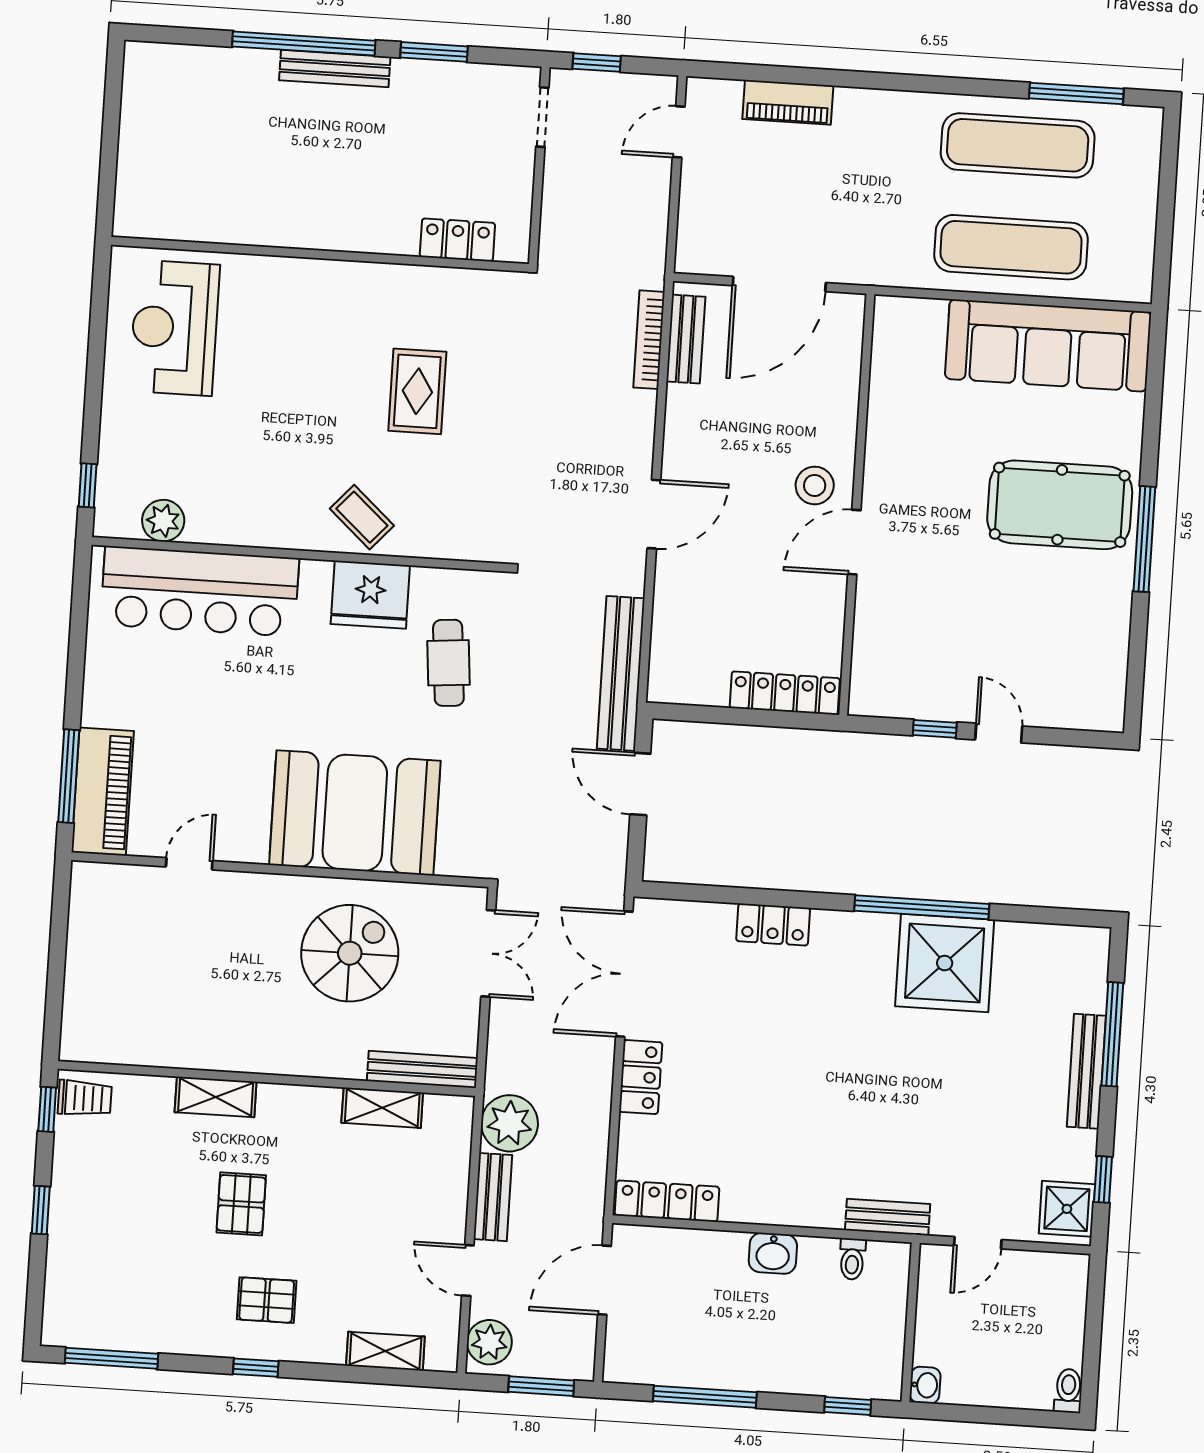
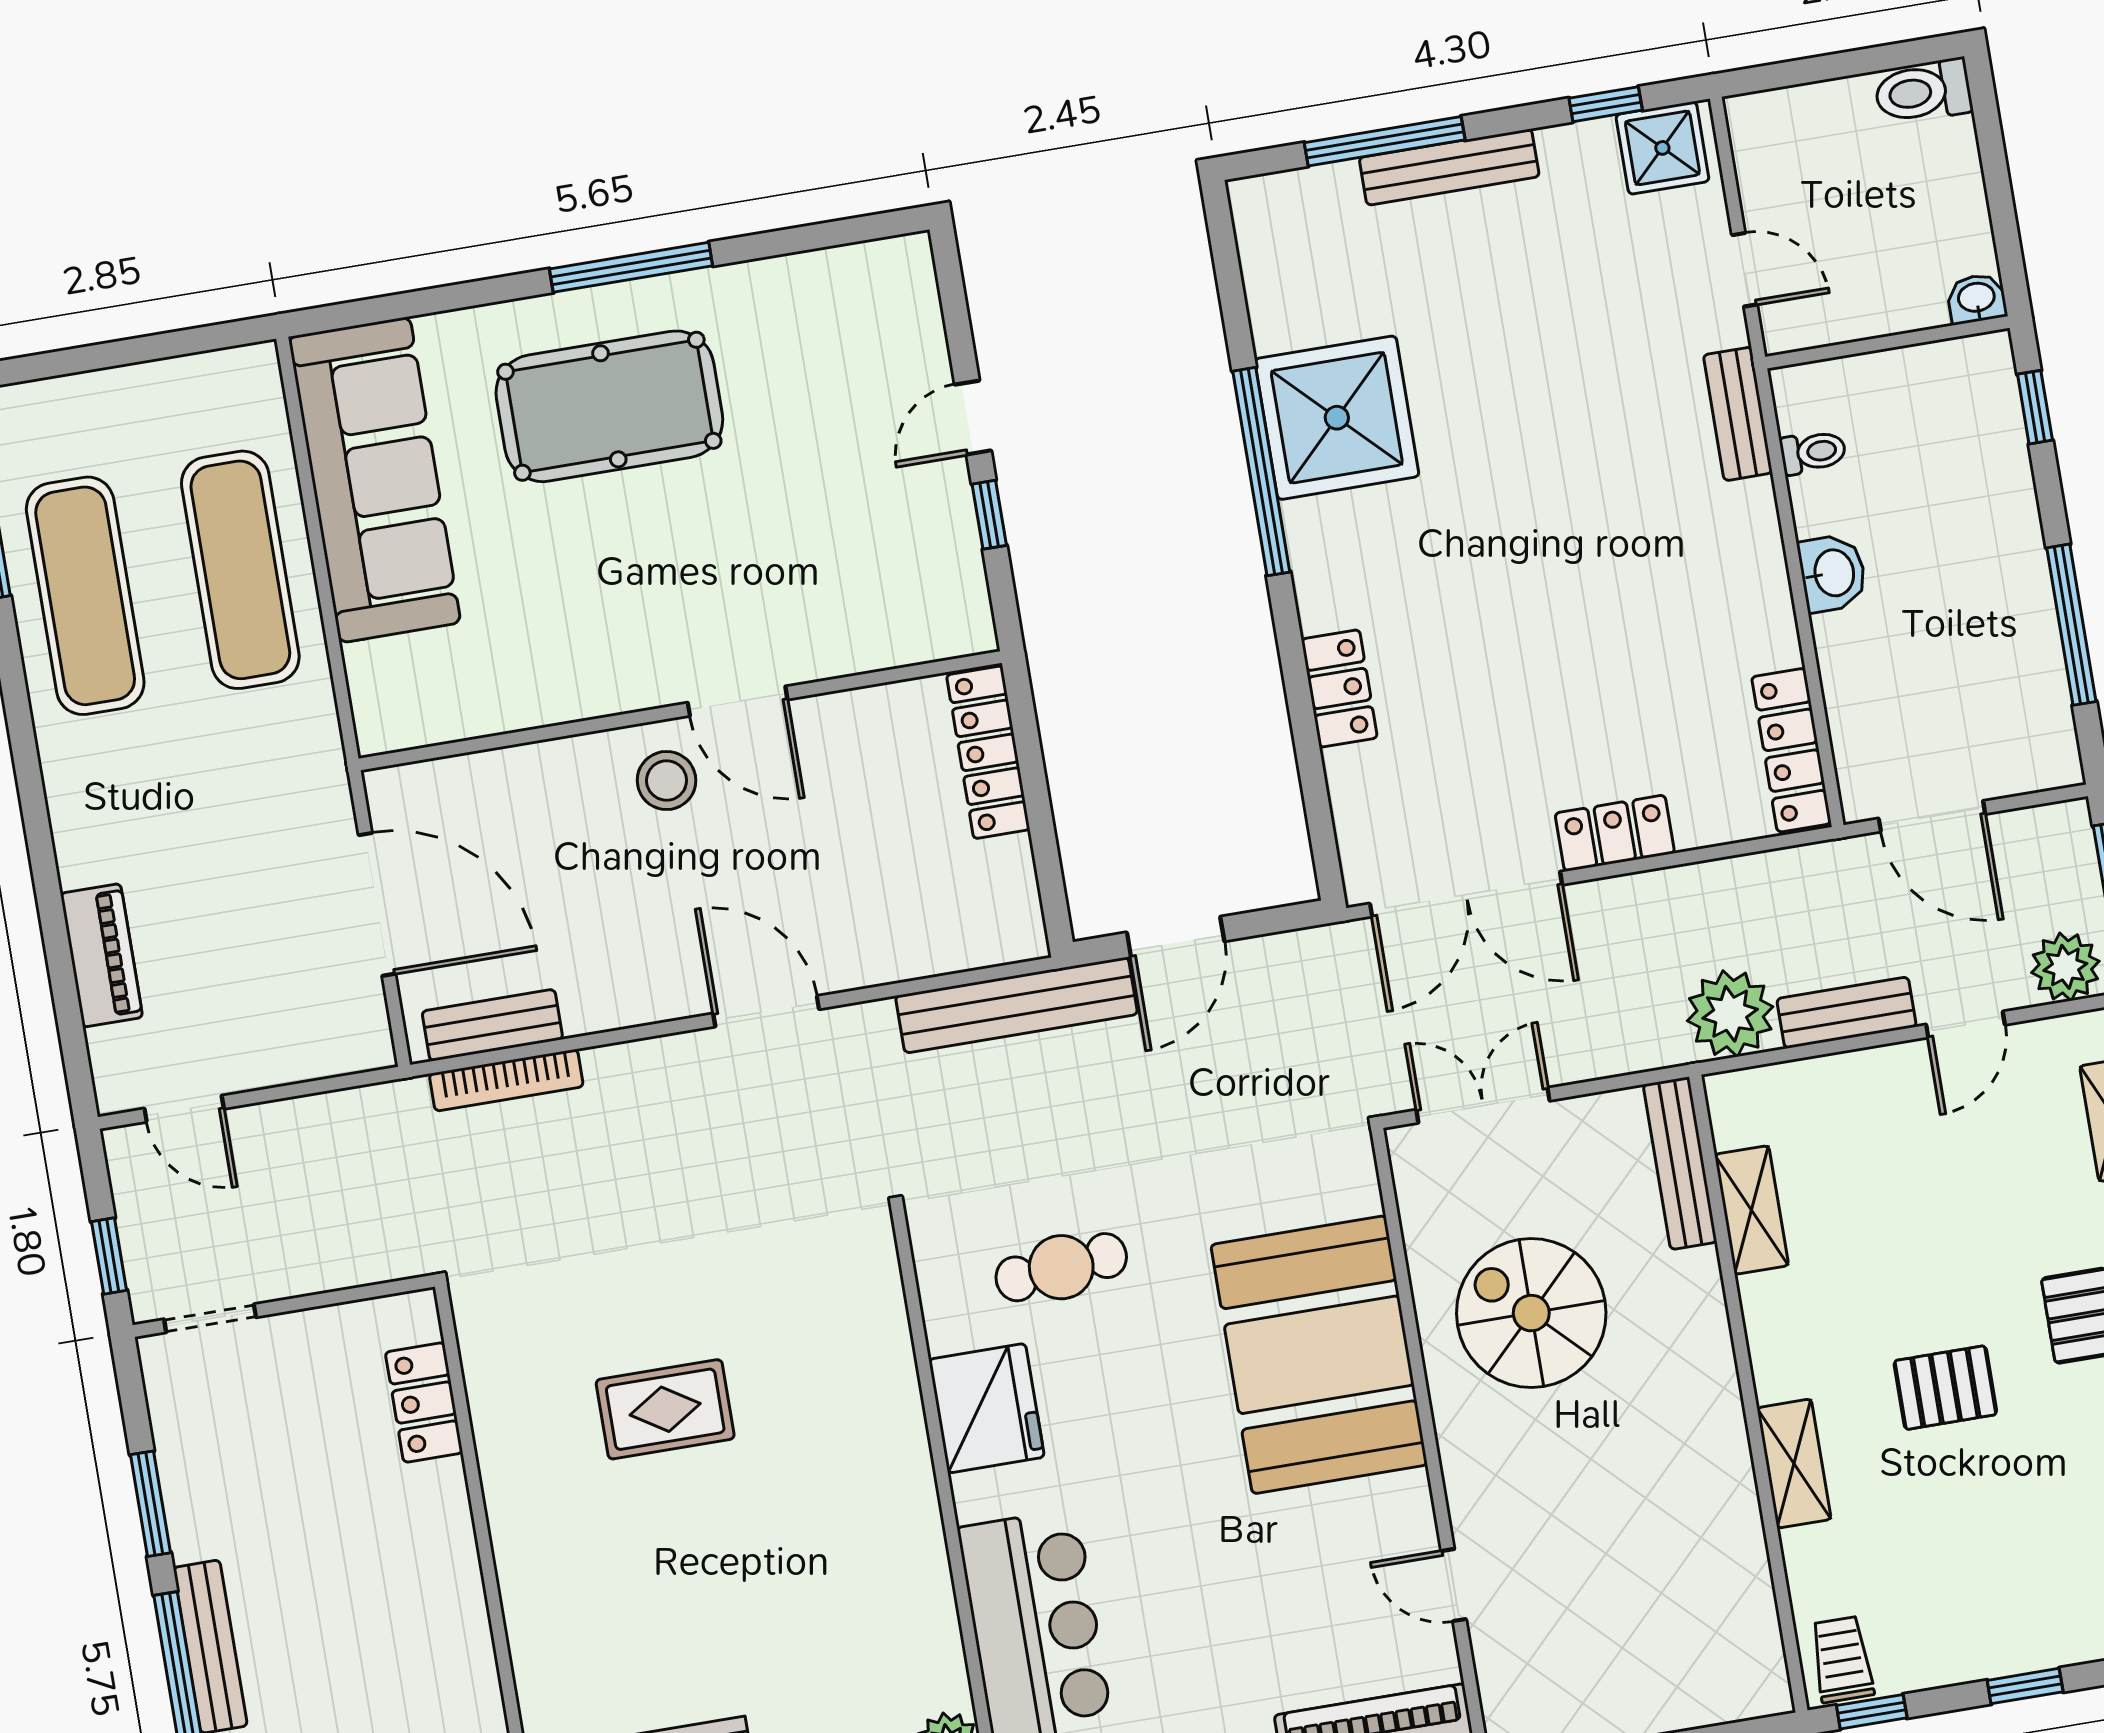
pool table: (1060, 505) -> (609, 406), turned 90
coffee table: (362, 517) -> (873, 1448), removed
toilet: (1068, 1391) -> (1923, 92), width x1.37, depth x1.39

